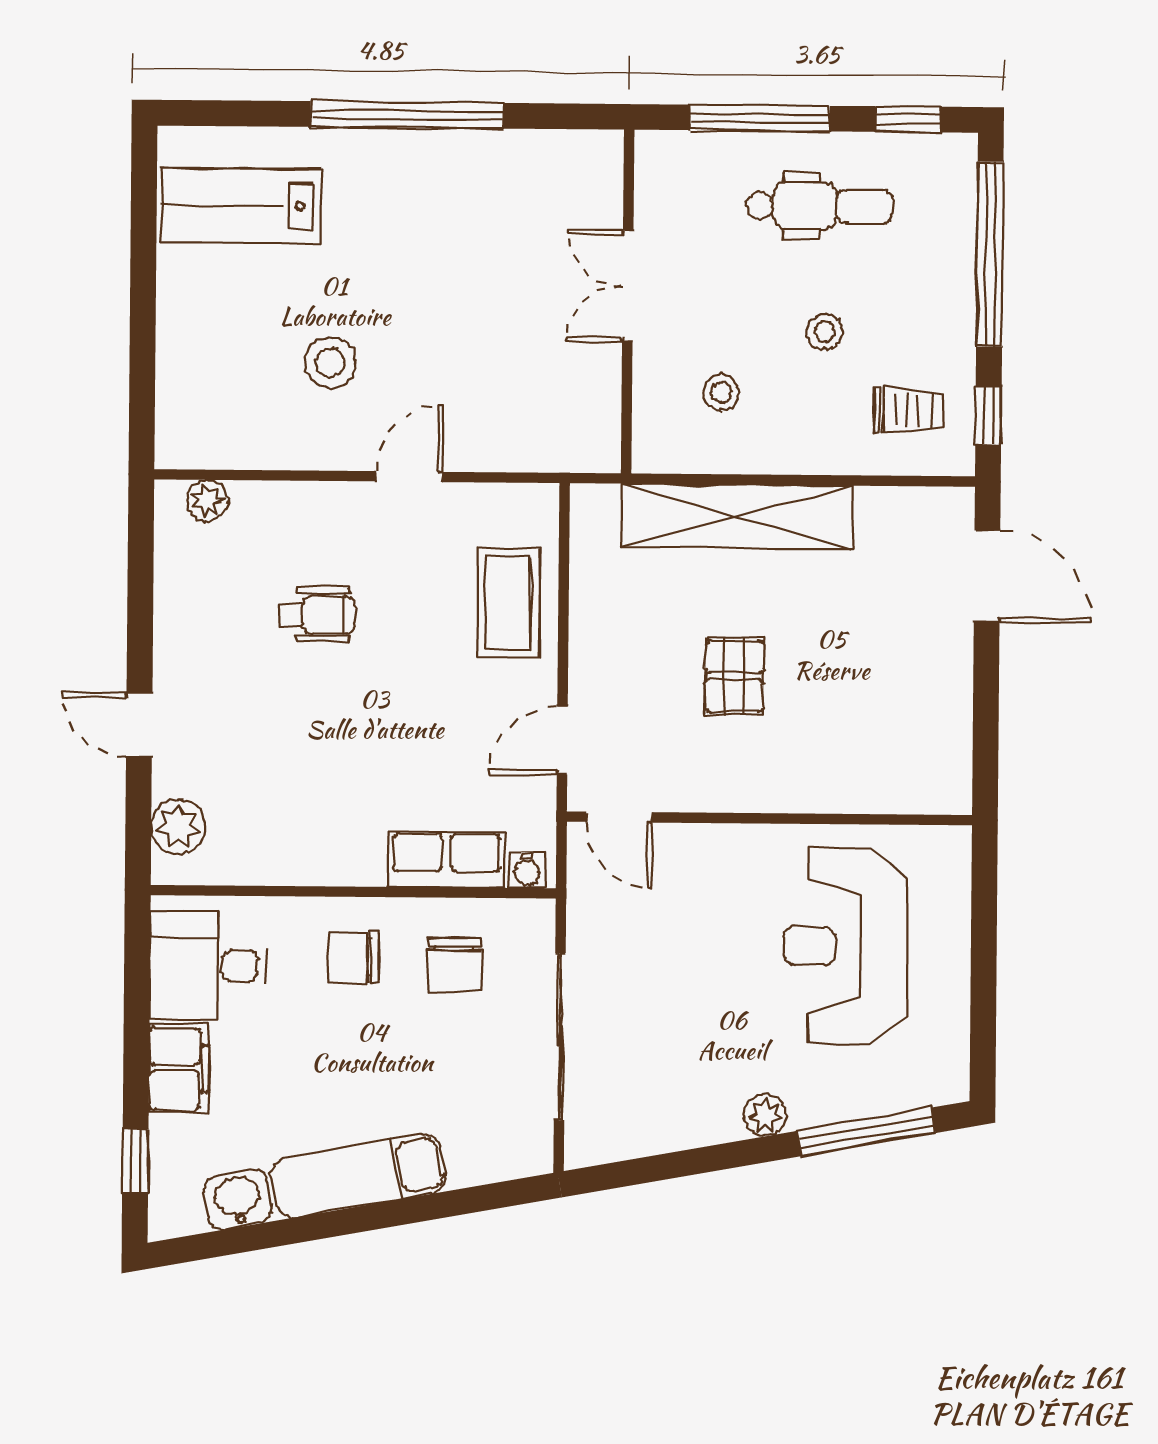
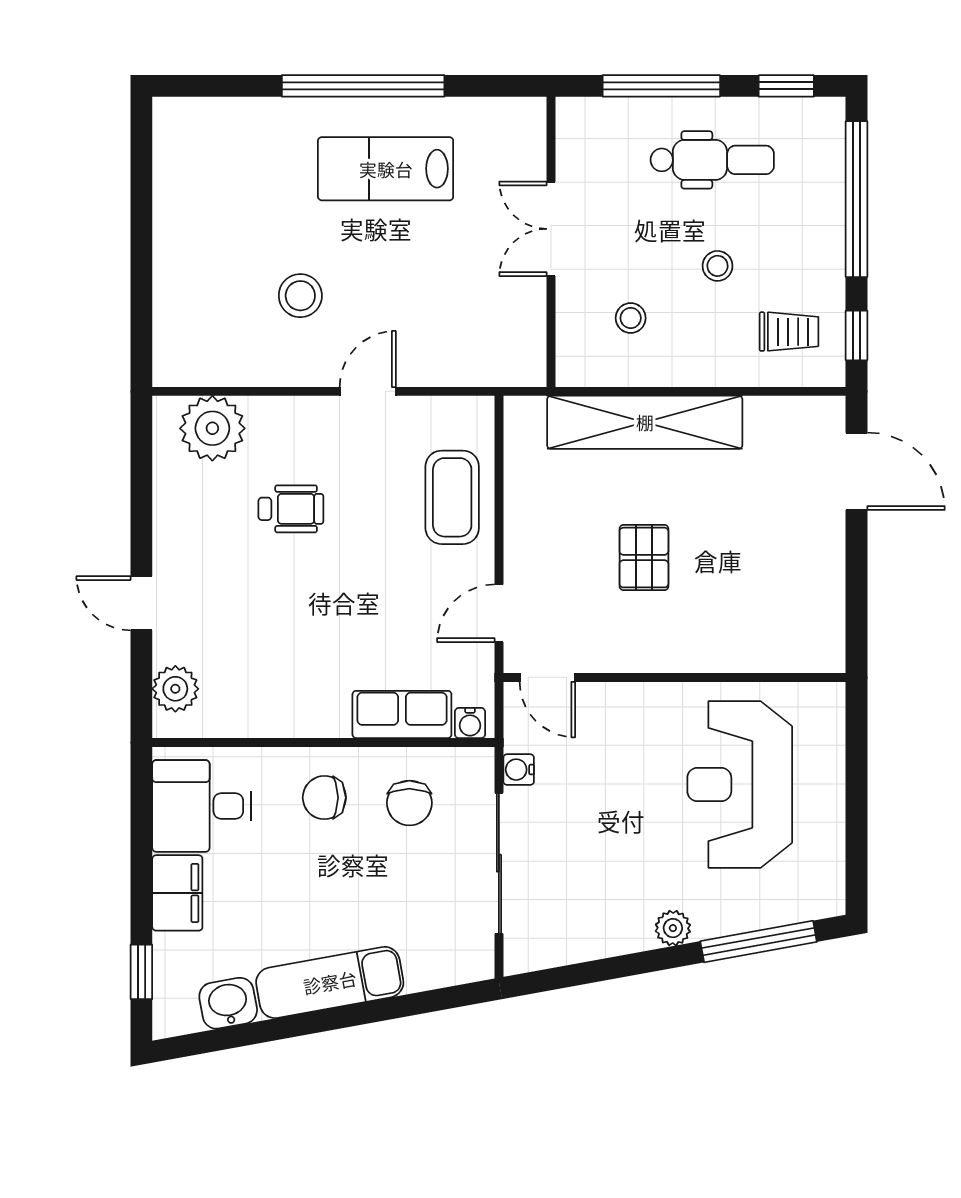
lab bench: (241, 206) -> (386, 169), moved
plant: (207, 501) -> (212, 428), width x1.88, depth x1.88
water cooler: (584, 926) -> (519, 770), added

